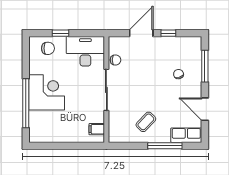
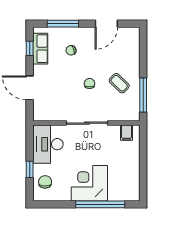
window: (168, 33) -> (30, 48), moved
chair: (116, 60) -> (89, 83), moved
row of seats: (186, 135) -> (40, 49), moved, turned 180
window: (165, 146) -> (143, 95), moved

